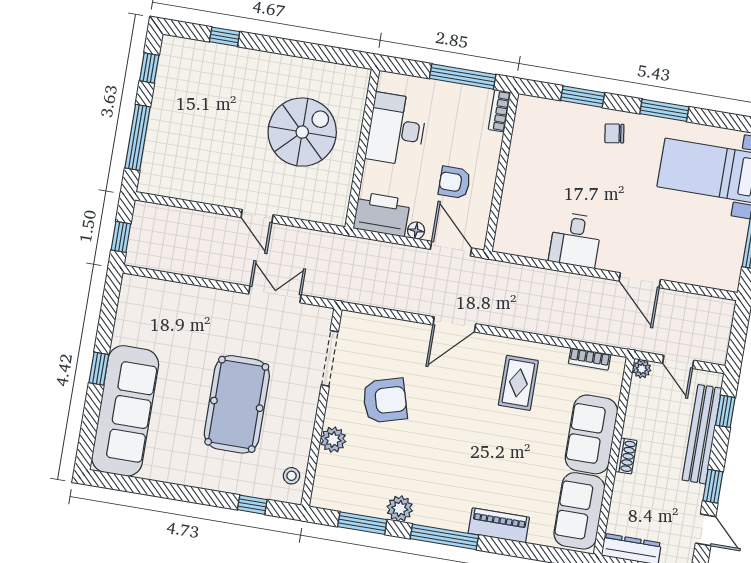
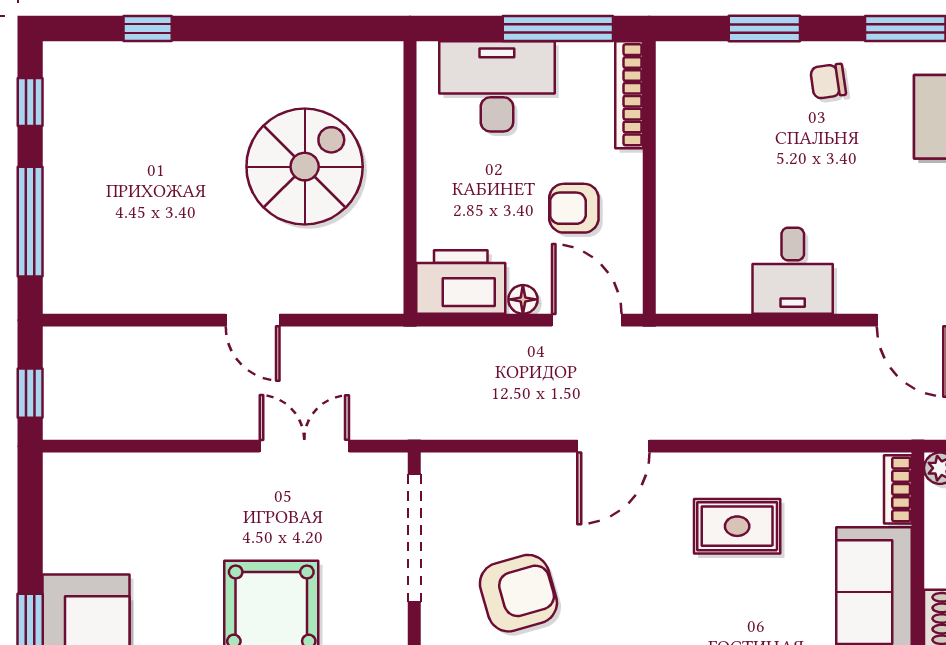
bookcase: (500, 111) -> (629, 95), width x1.56
desk: (396, 129) -> (497, 86), moved, turned 90
doorway: (330, 358) -> (414, 538), width x1.36
bookcase: (590, 359) -> (898, 489), moved, turned 90
rug: (518, 383) -> (737, 526), turned 90

